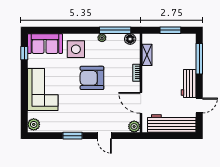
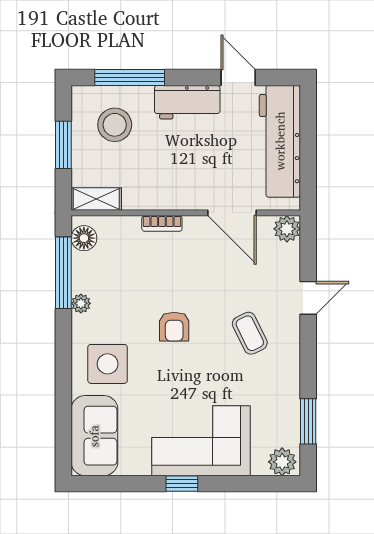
stool: (179, 52) -> (115, 125), added
window: (24, 53) -> (182, 484), moved
shelving: (147, 55) -> (96, 199), moved
armchair: (92, 78) -> (174, 327), width x0.53, depth x0.53
door: (141, 103) -> (232, 213), hinge flipped
coffee table: (89, 110) -> (250, 333), added
window: (73, 136) -> (308, 421), moved

